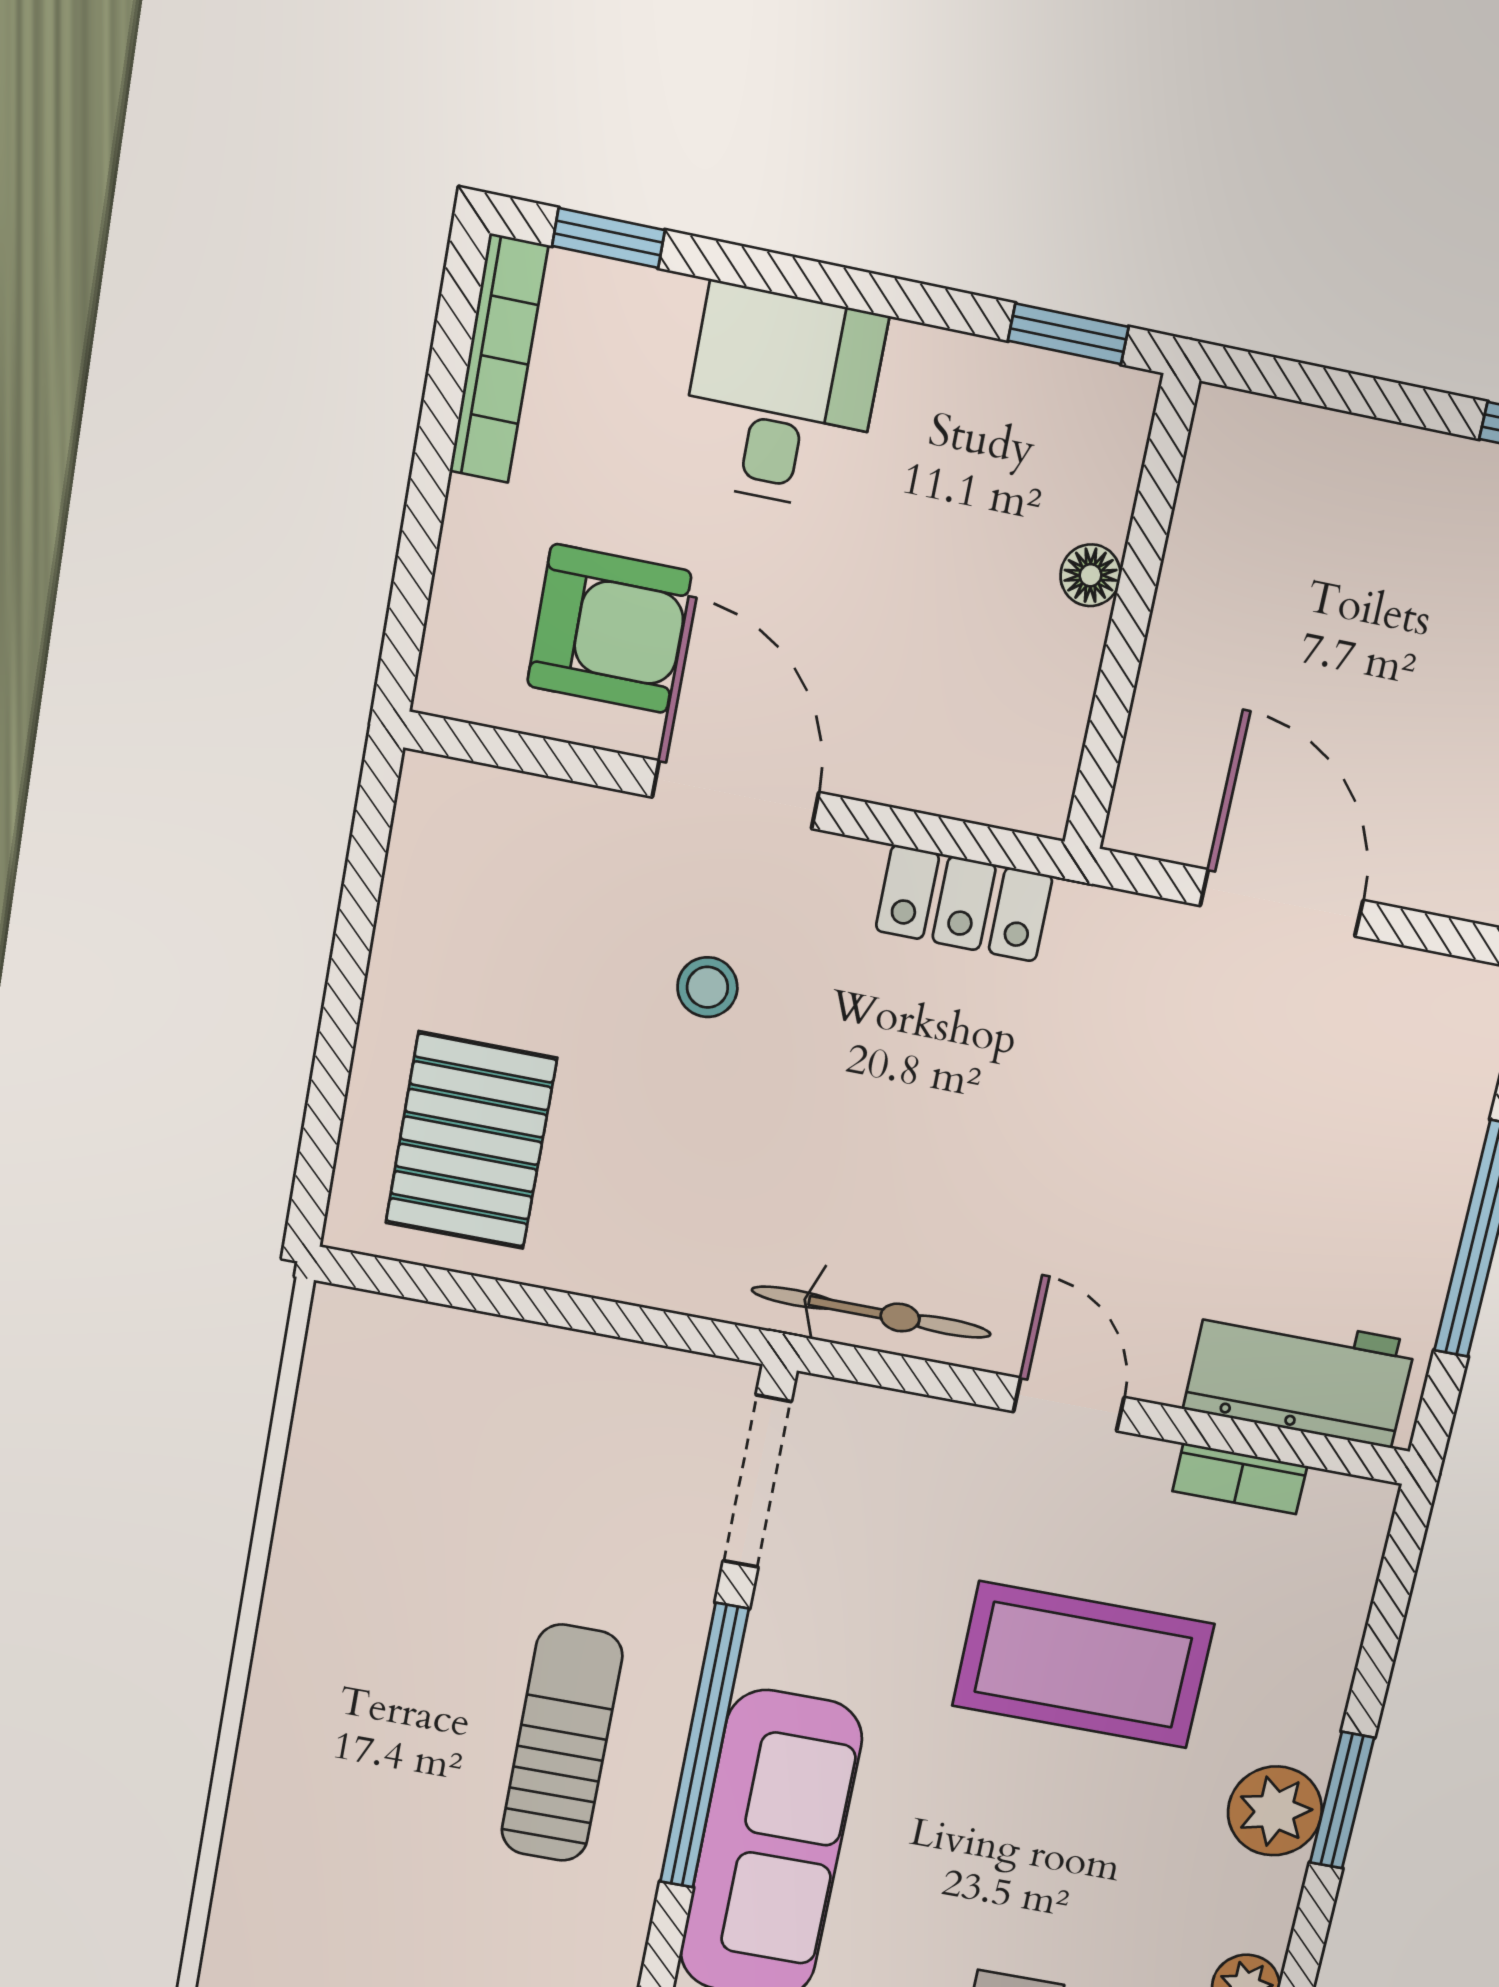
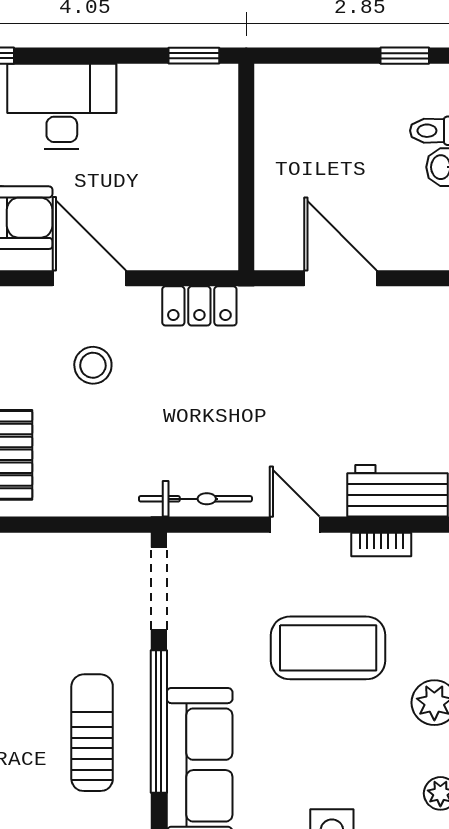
desk: (781, 398) -> (62, 106), width x1.37
floor lamp: (1091, 575) -> (225, 154), removed
stool: (707, 987) -> (93, 365), width x1.37, depth x1.37

